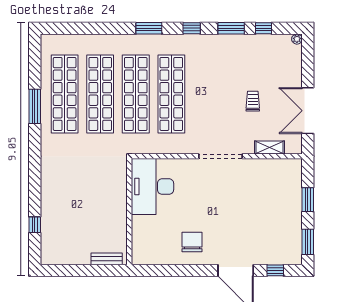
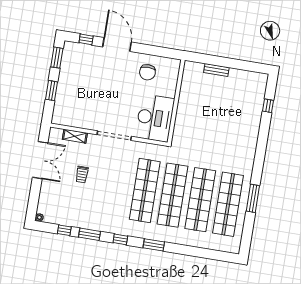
desk: (152, 187) -> (155, 118), moved
wall: (129, 212) -> (176, 101), moved

